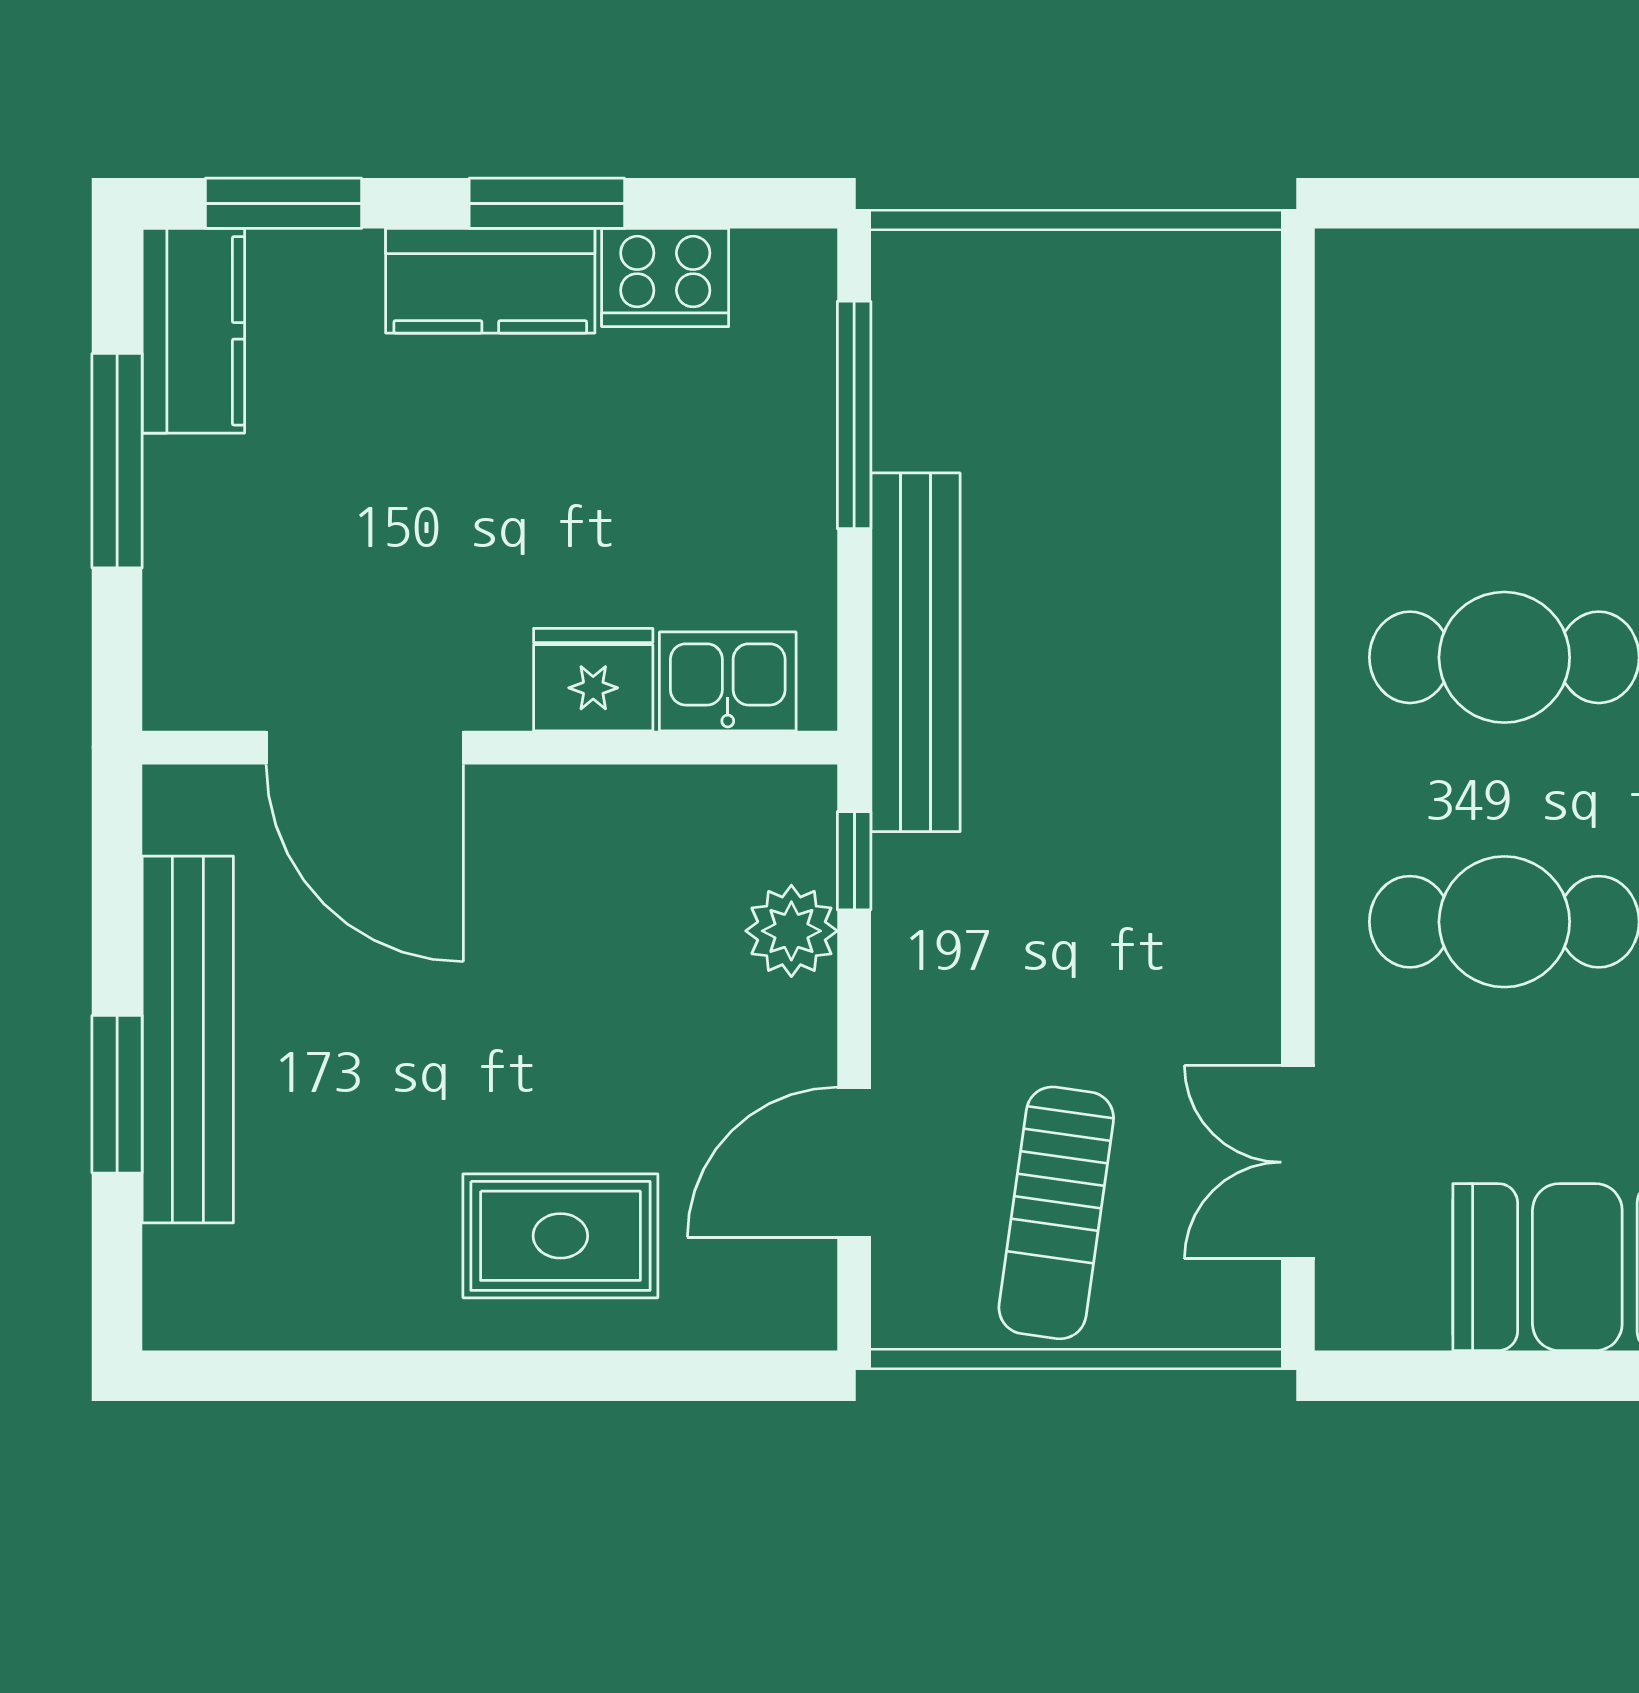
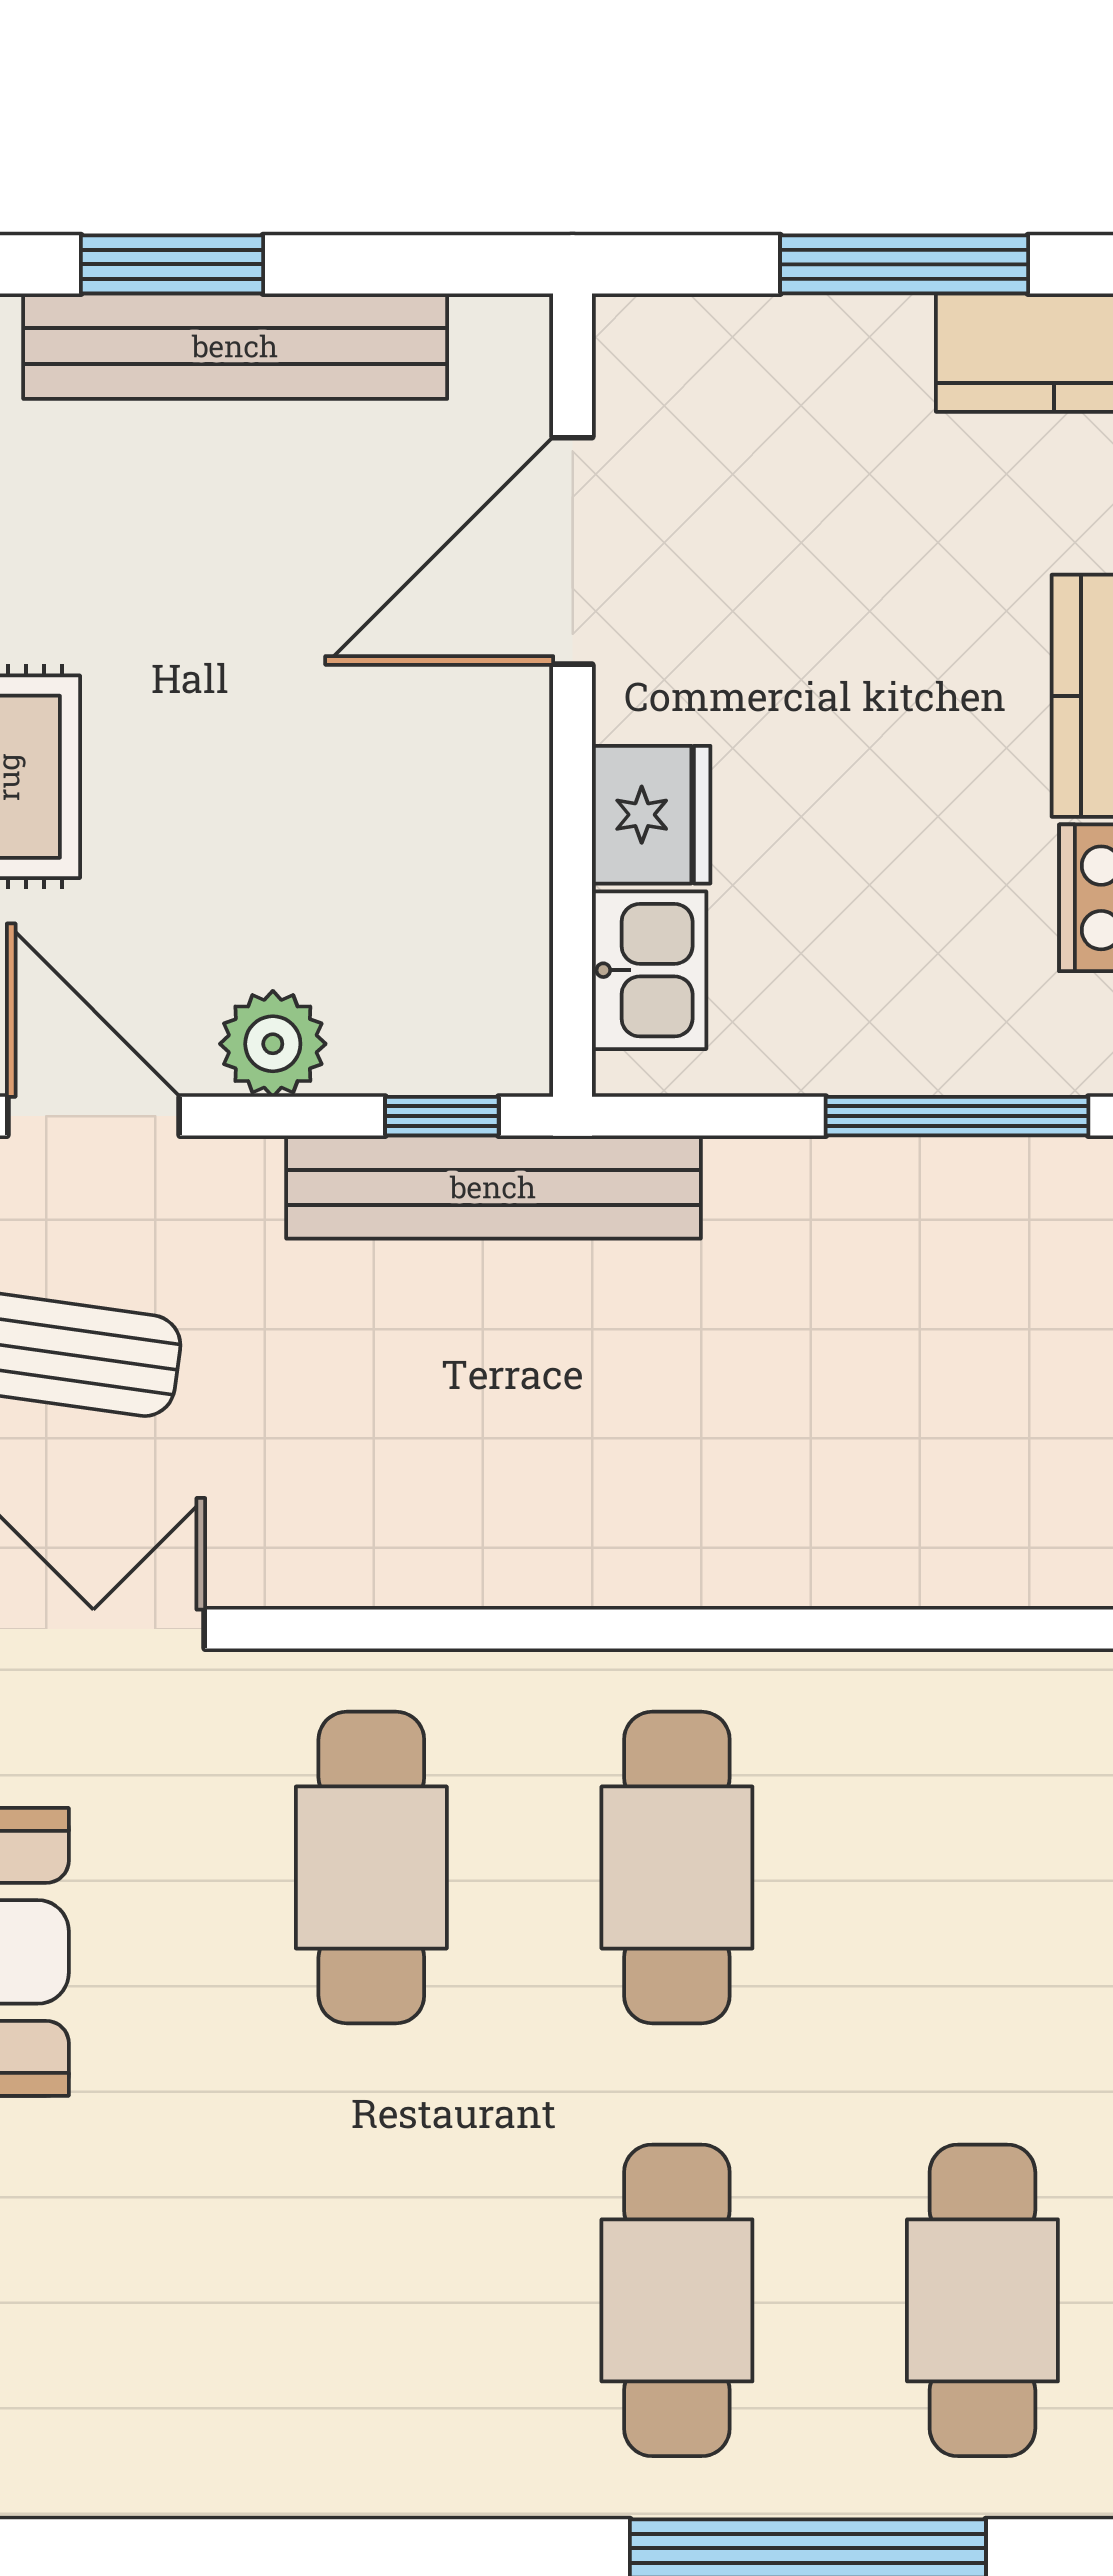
bench: (915, 652) -> (493, 1187), moved
plant: (791, 931) -> (273, 1044), moved

